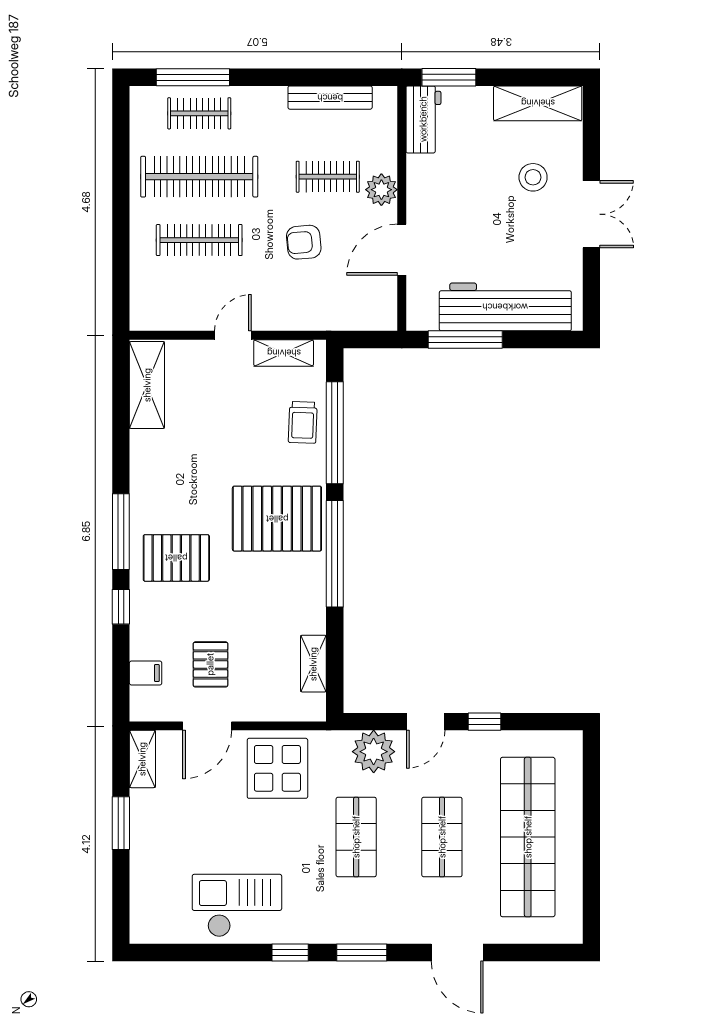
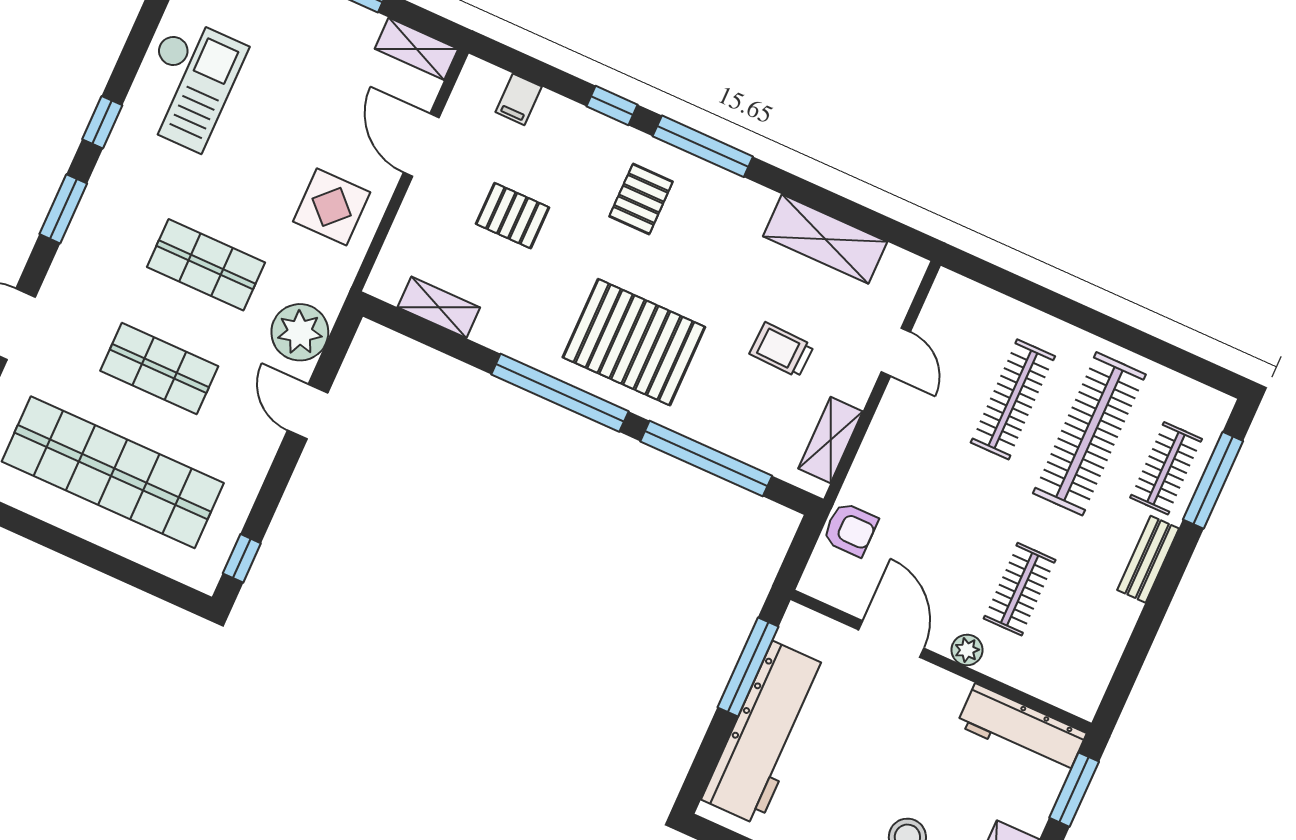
bench: (330, 98) -> (1148, 559), moved, width x0.73
workbench: (423, 119) -> (1022, 729), width x1.38
plant: (381, 190) -> (967, 650), width x0.73, depth x0.73
armchair: (304, 242) -> (850, 529), moved, turned 95
door: (233, 335) -> (896, 352), moved
shelving: (147, 385) -> (825, 239), moved
trolley: (303, 422) -> (782, 350), moved
pallet: (277, 519) -> (634, 342), turned 90
pallet: (176, 558) -> (641, 199), width x0.67, depth x0.71
pallet: (210, 664) -> (513, 216), moved
window: (484, 722) -> (242, 558), moved
display table: (277, 768) -> (332, 207), width x0.73, depth x0.73

